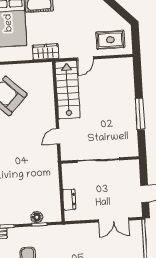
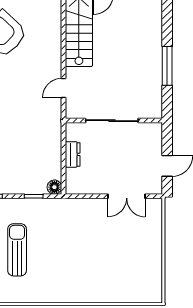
dresser: (69, 199) -> (73, 154), moved
floor lamp: (37, 217) -> (54, 187), moved

